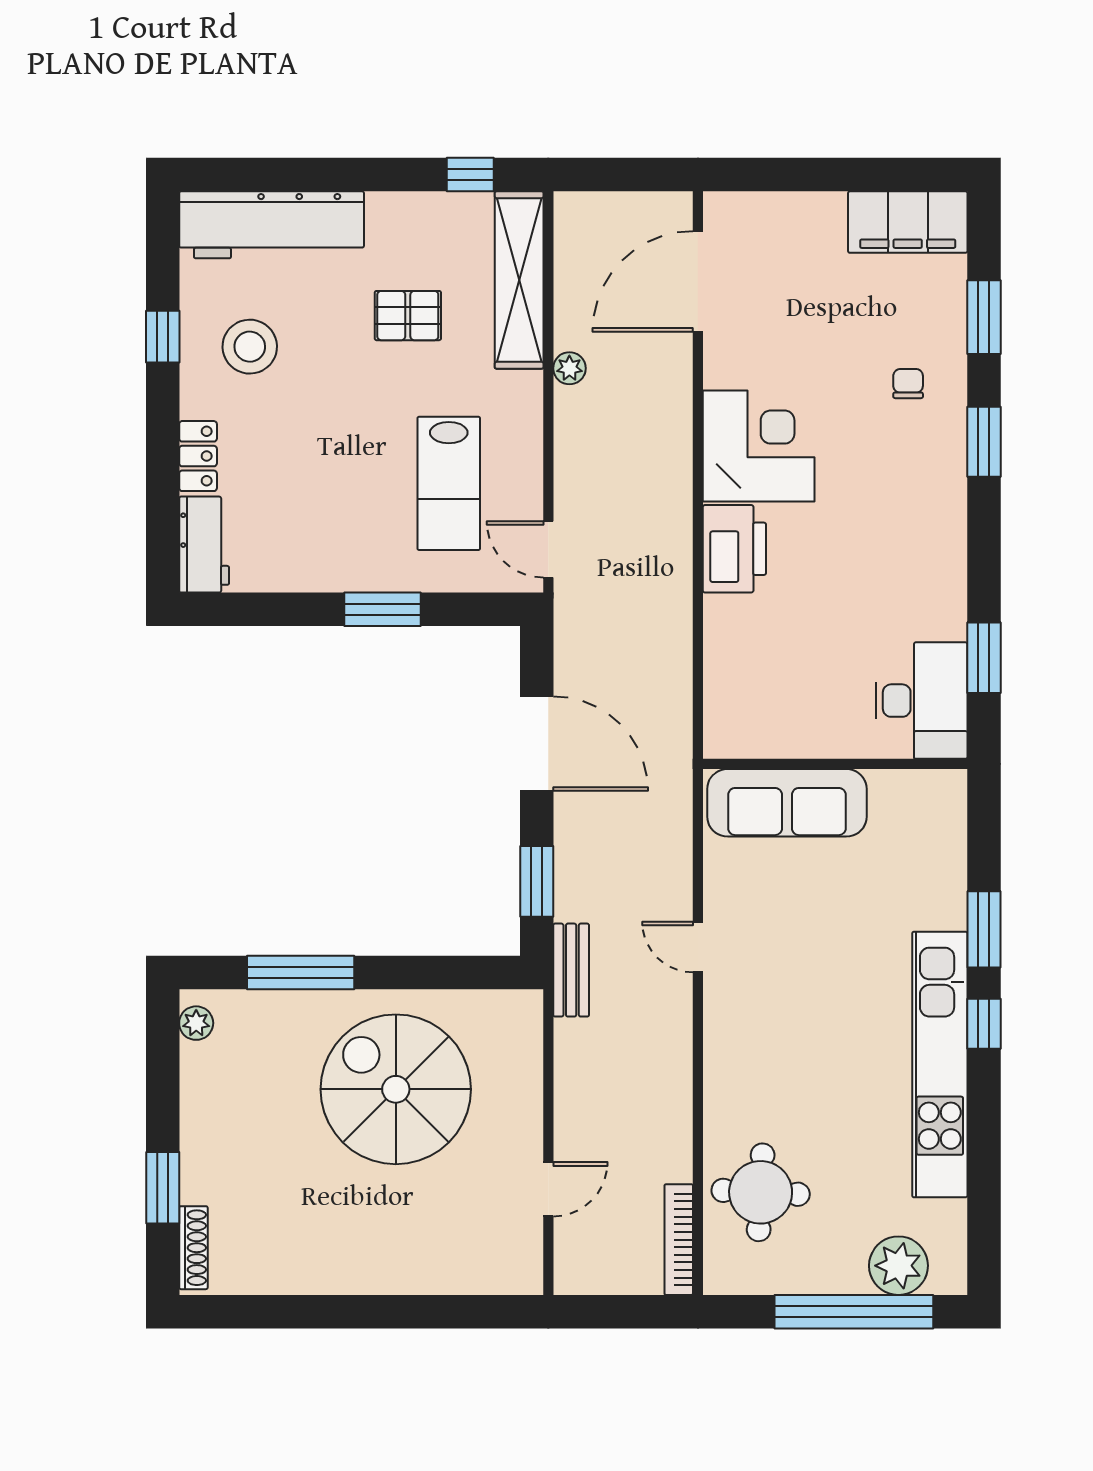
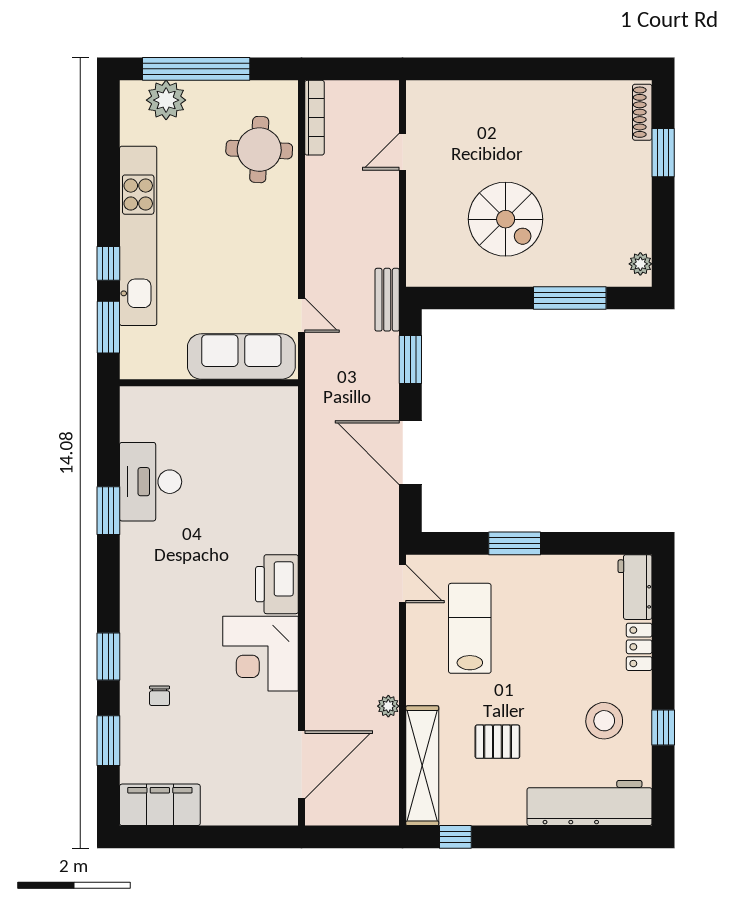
wall: (835, 764) -> (209, 383), moved
sofa: (787, 803) -> (241, 357), moved
spiral stairs: (396, 1089) -> (506, 219), width x0.73, depth x0.73

